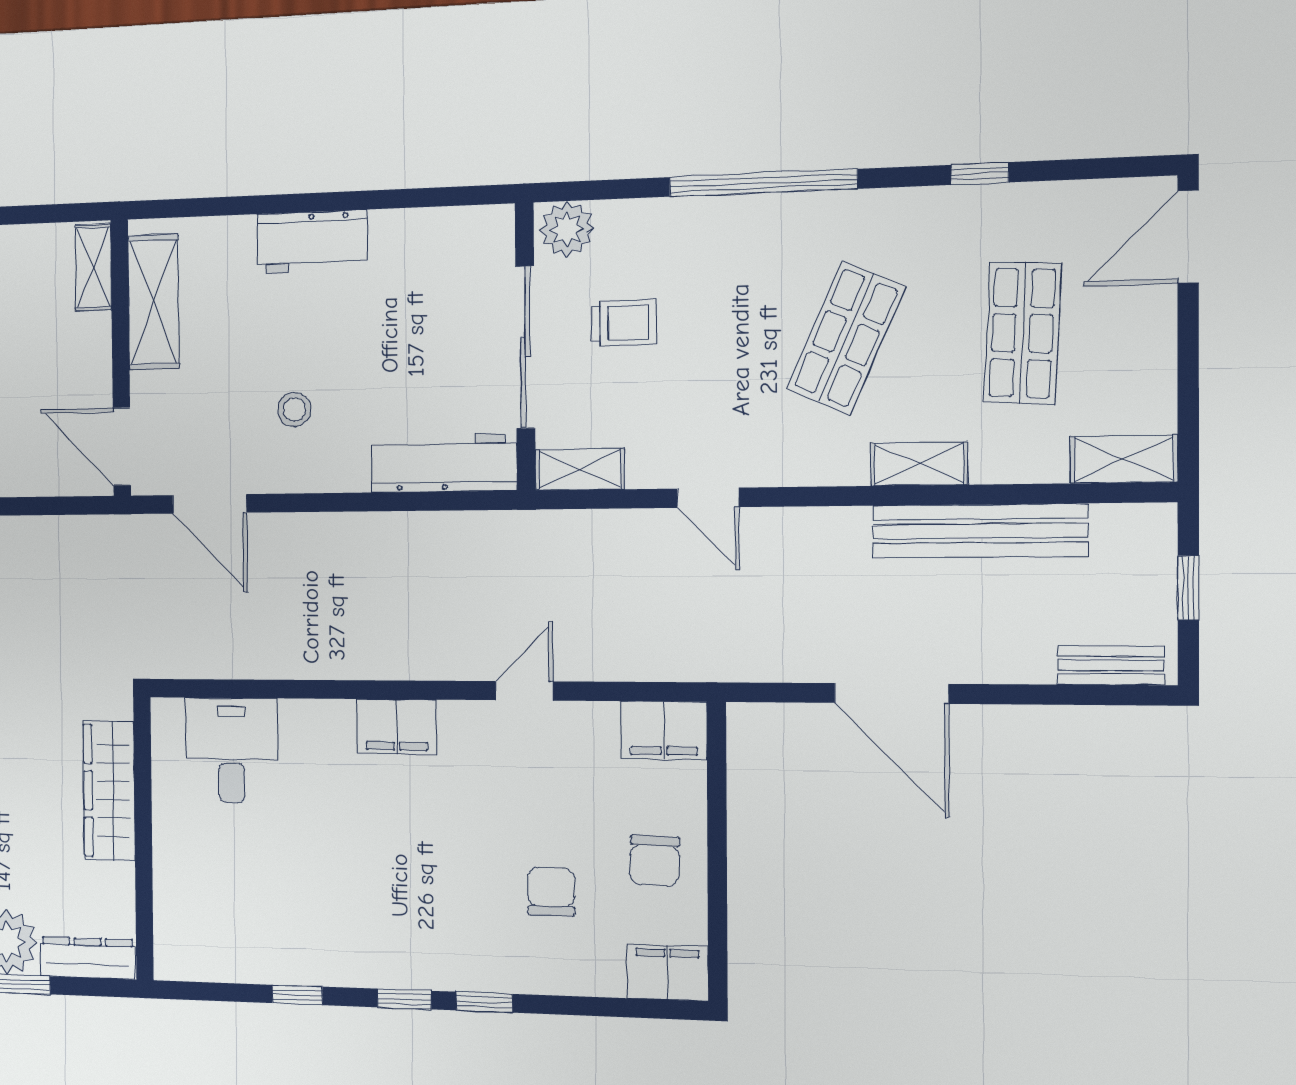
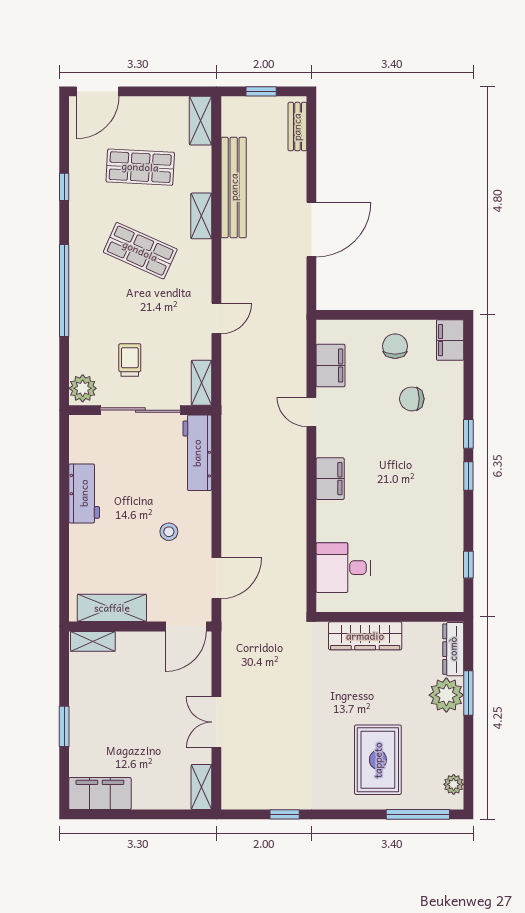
door: (1188, 237) -> (97, 91), hinge flipped
workbench: (312, 242) -> (84, 493), moved
filing cabinet: (664, 730) -> (331, 366), moved
chair: (655, 861) -> (395, 346), turned -92
window: (297, 995) -> (468, 565), moved

